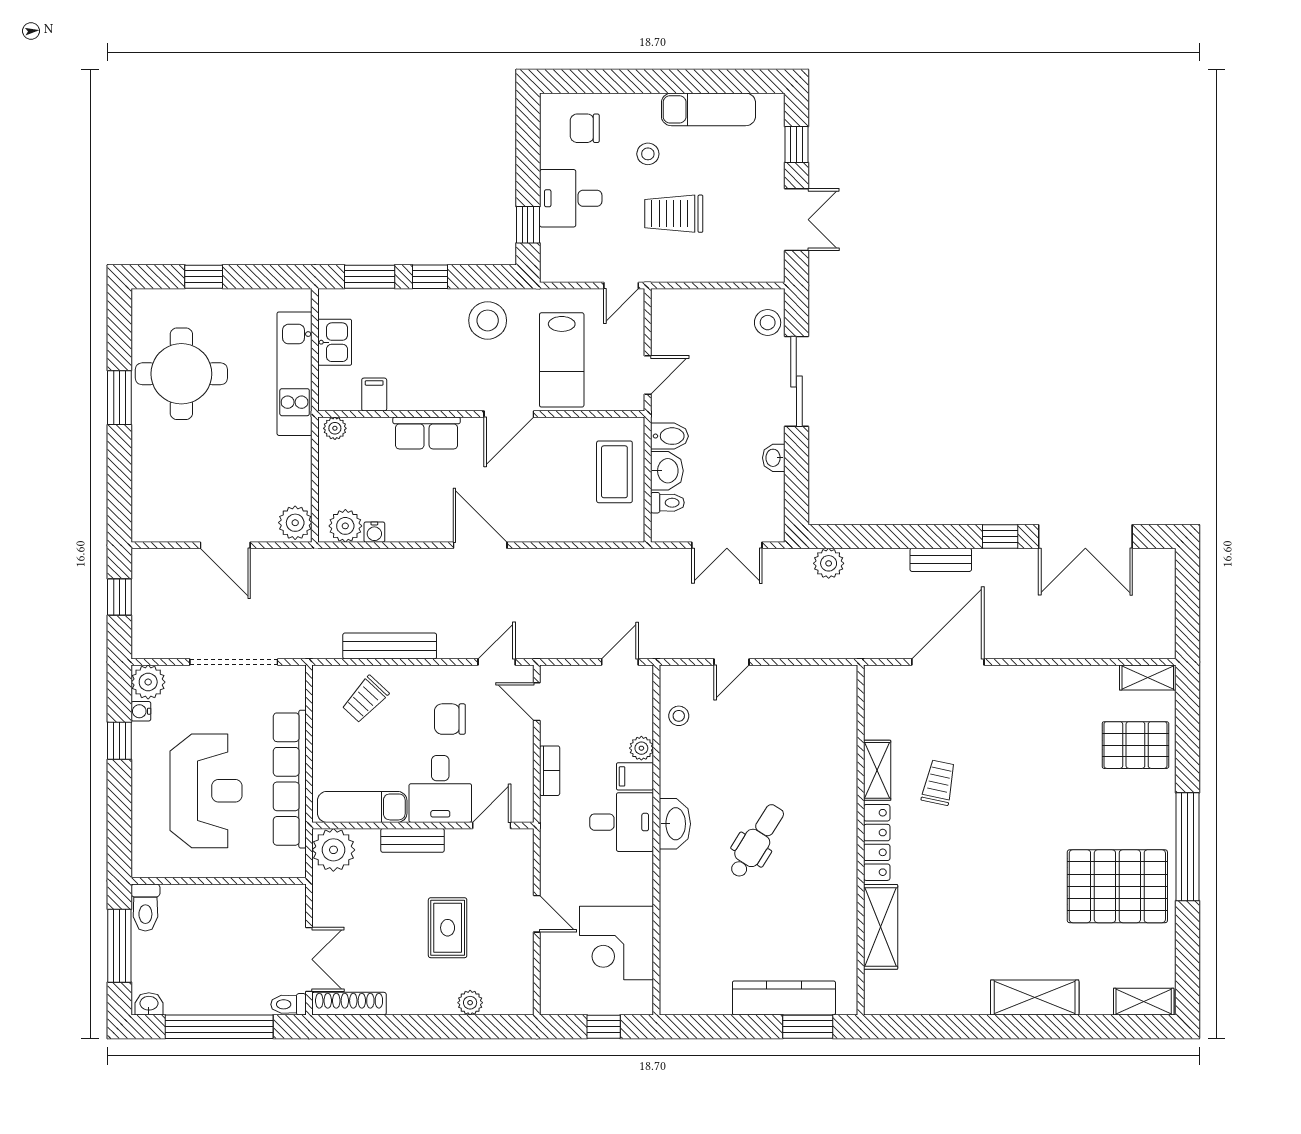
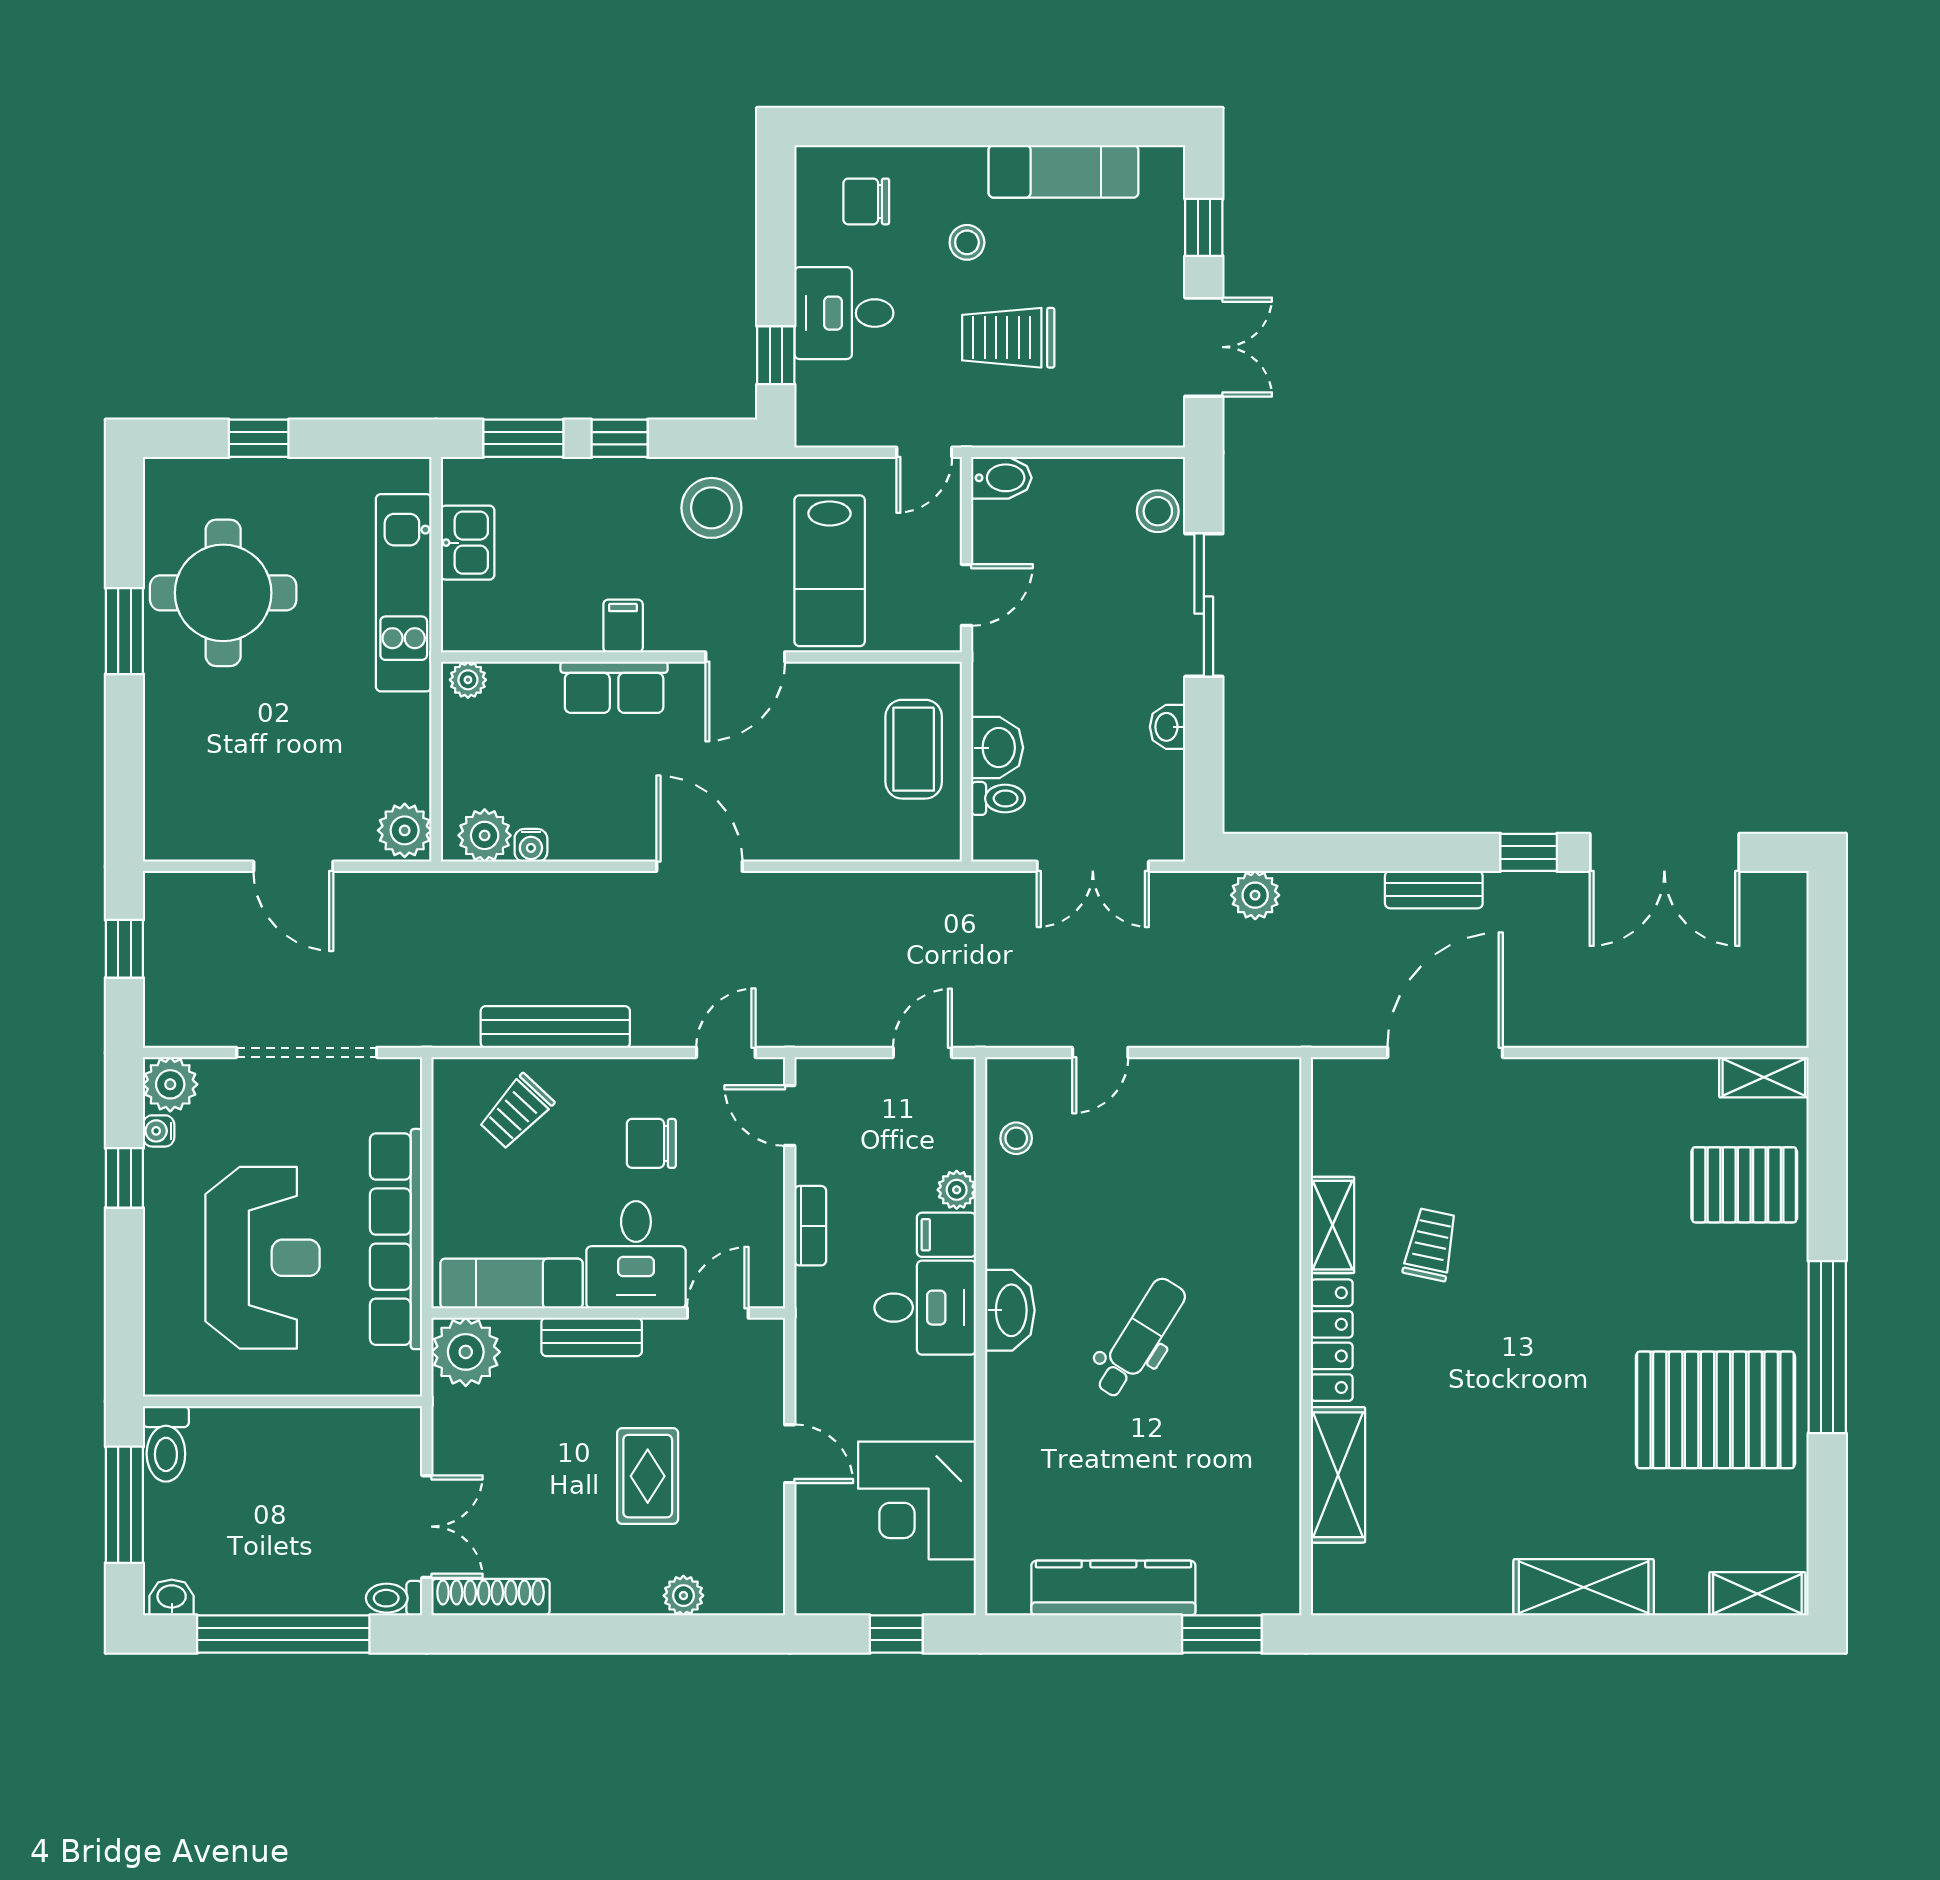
filing cabinet: (374, 395) -> (623, 626), moved
bidet: (670, 436) -> (1001, 478), moved
kitchen counter: (784, 998) -> (1113, 1588), moved

